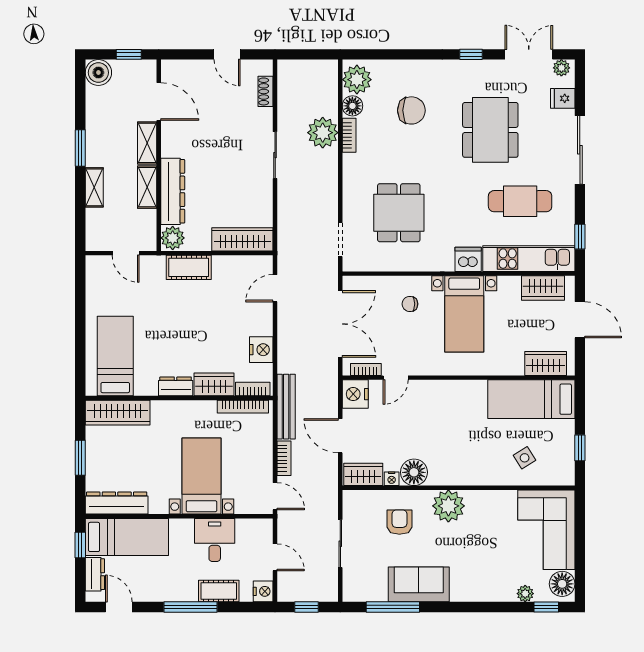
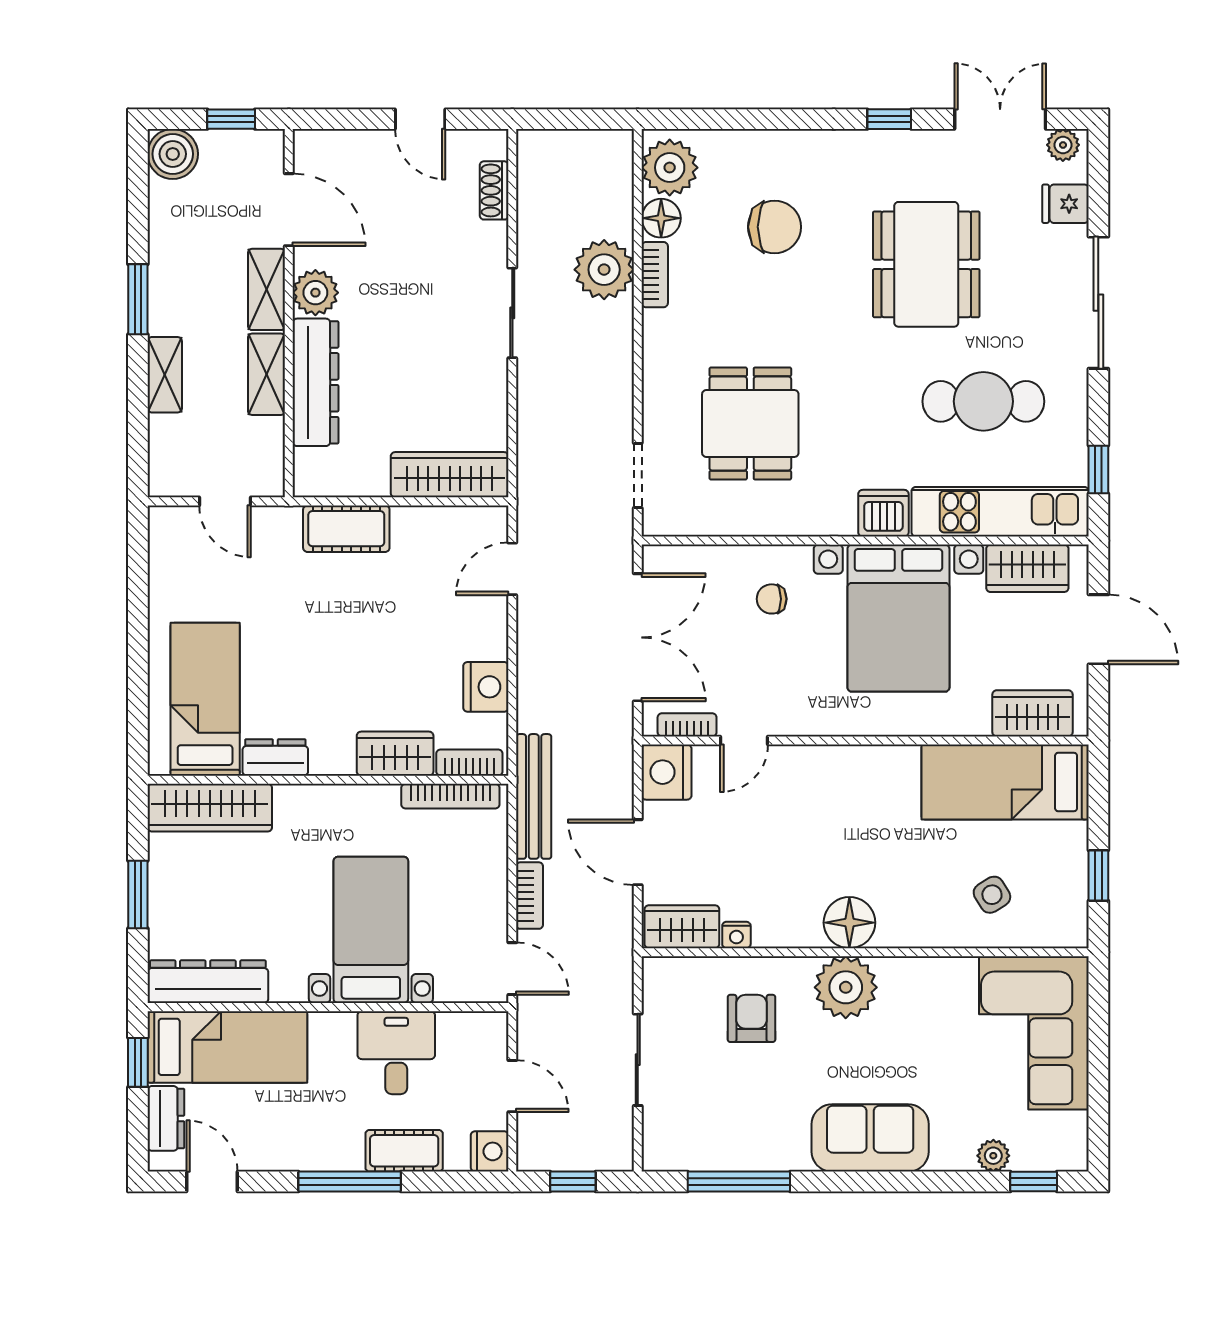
plant: (173, 238) -> (315, 293), moved
bed with nightstands: (464, 314) -> (898, 618), width x1.36
dresser: (176, 386) -> (275, 757), moved
floor lamp: (414, 472) -> (849, 923), moved
sofa: (419, 584) -> (870, 1138), moved
floor lamp: (562, 584) -> (1064, 1137), removed

